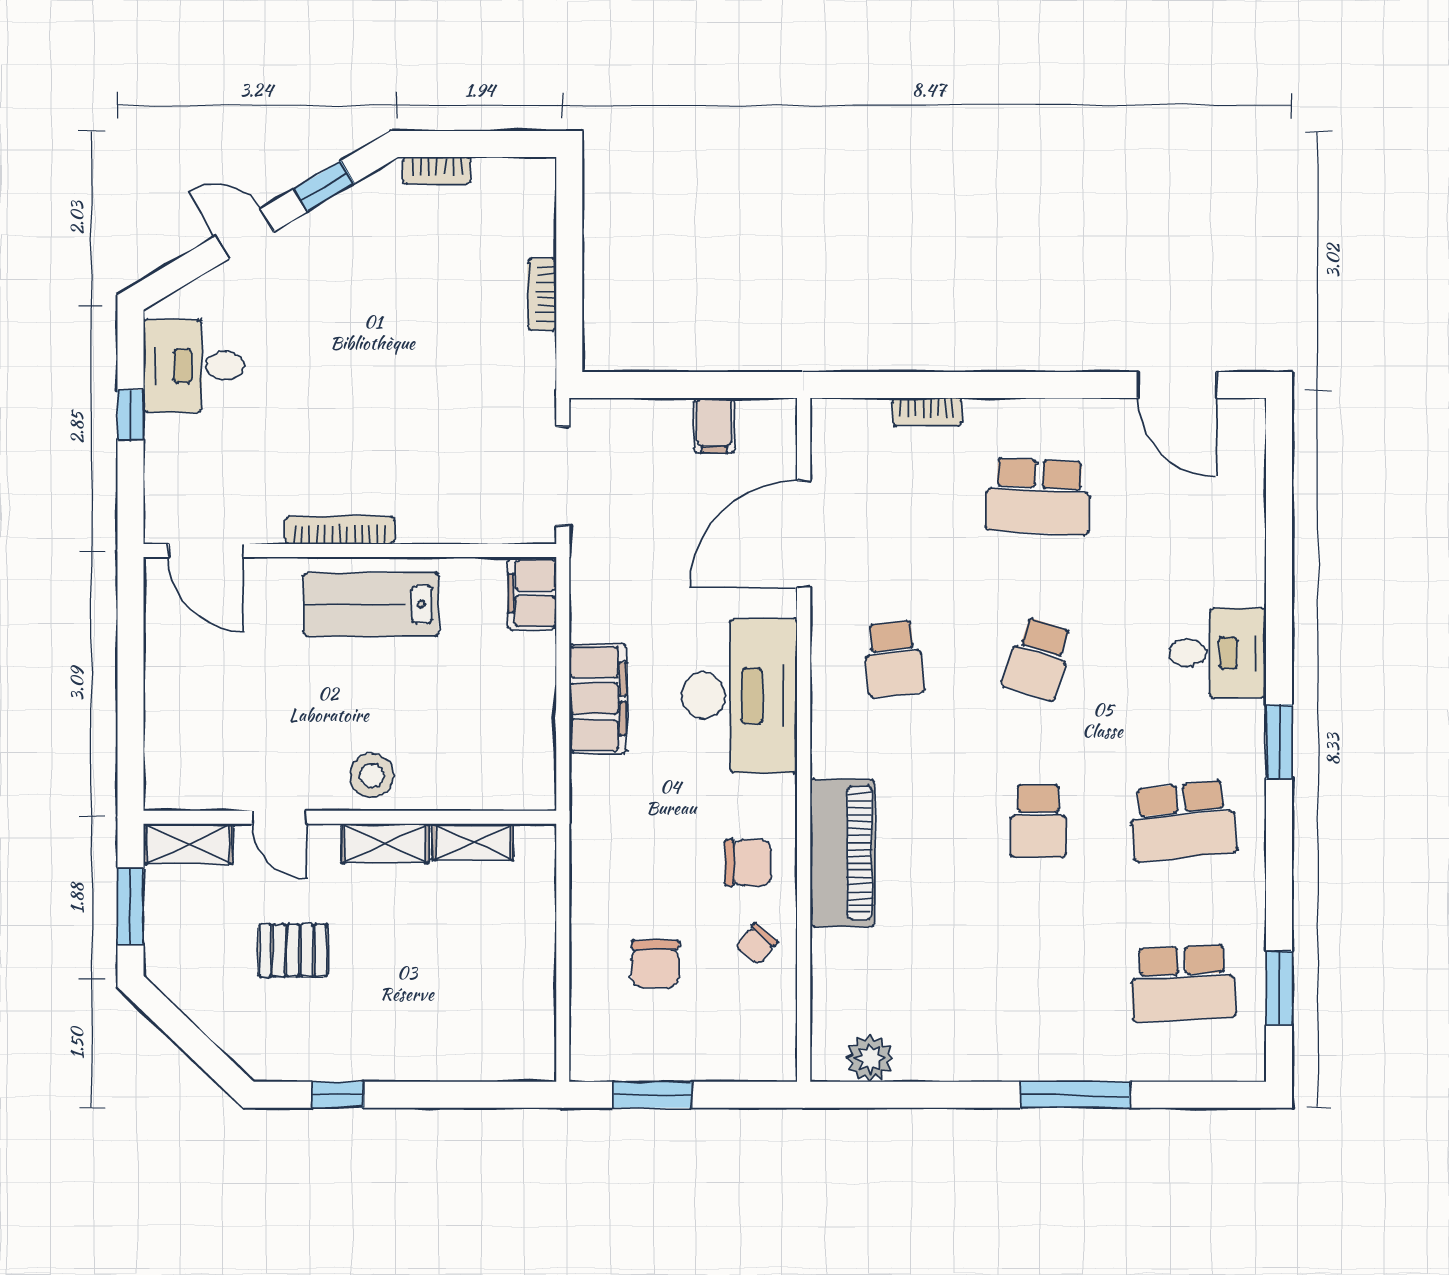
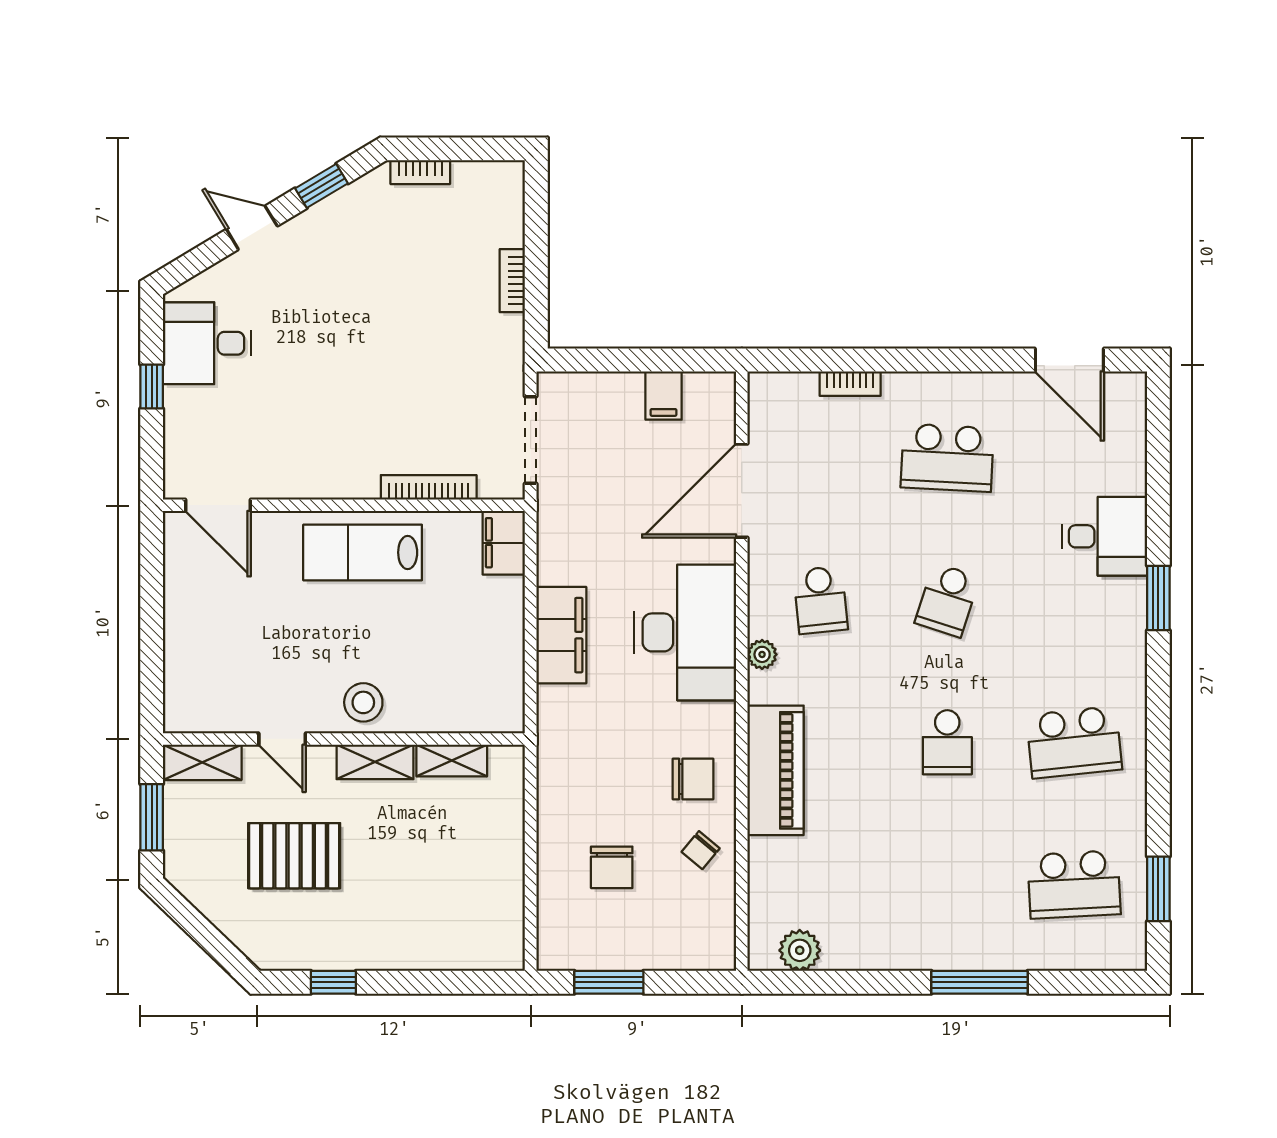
bookcase: (340, 530) -> (429, 487), moved
desk: (1218, 653) -> (1105, 536), moved
plant: (827, 721) -> (762, 654), added
window: (1279, 742) -> (1158, 598), moved
pallet: (293, 950) -> (294, 856), width x1.50, depth x1.42

